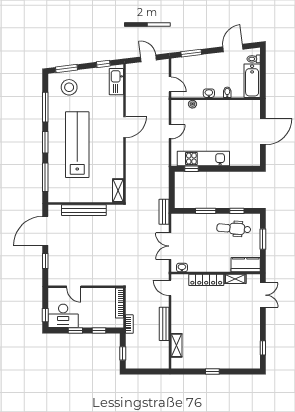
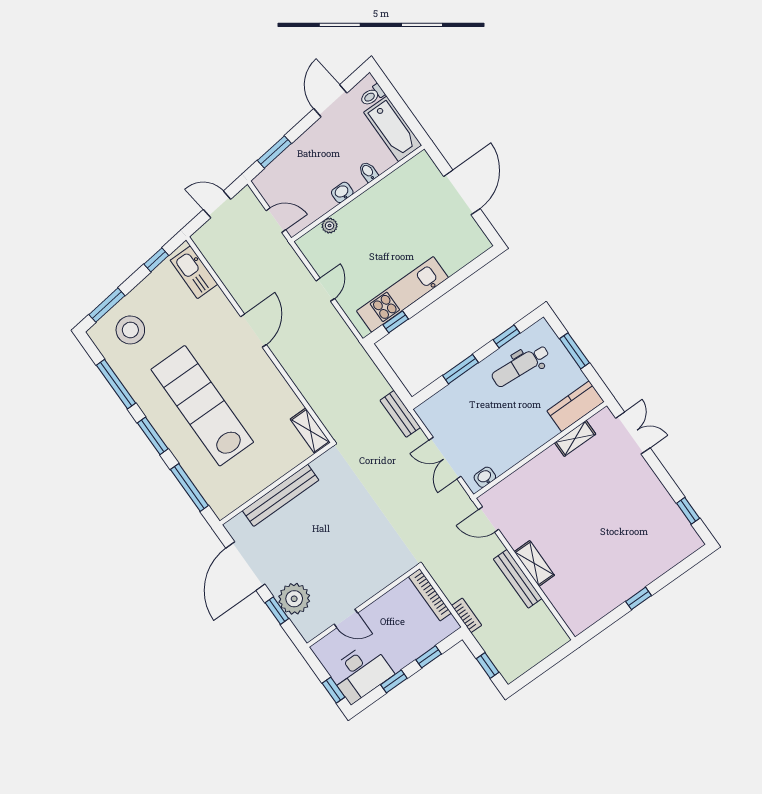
plant: (57, 261) -> (294, 599), added
locker: (206, 280) -> (534, 470), removed
shelving: (177, 345) -> (534, 563), moved

